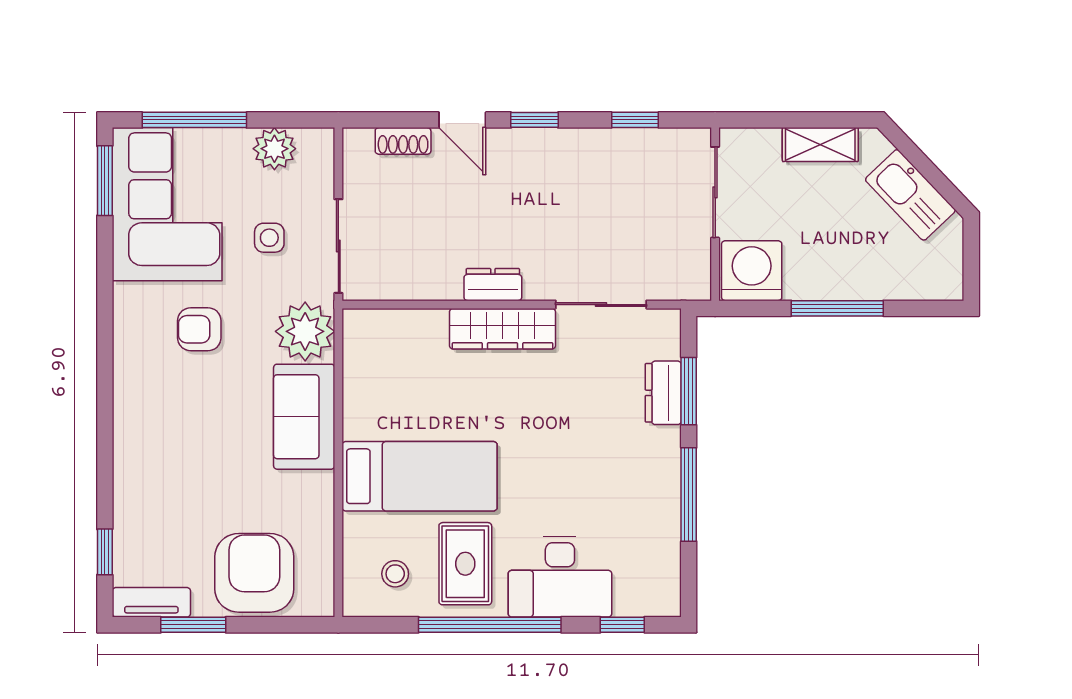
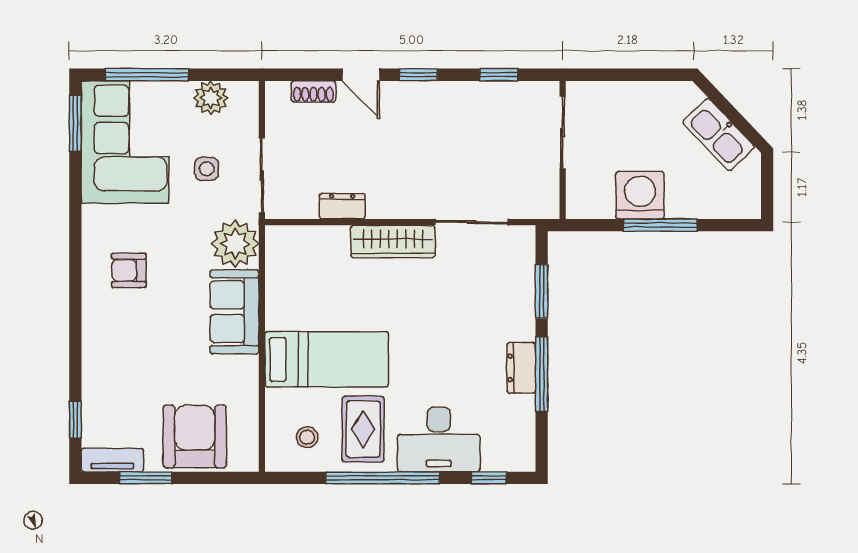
shelving: (820, 144) -> (647, 94), removed
washing machine: (752, 271) -> (640, 195), moved
dresser: (493, 285) -> (342, 206), moved
armchair: (199, 329) -> (129, 270), moved
dresser: (663, 393) -> (521, 368), moved

